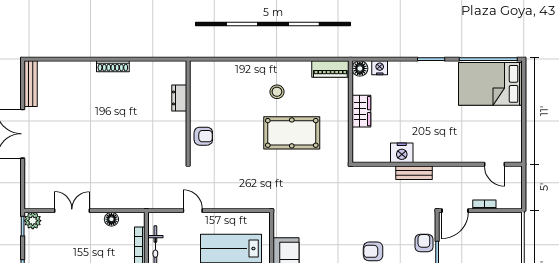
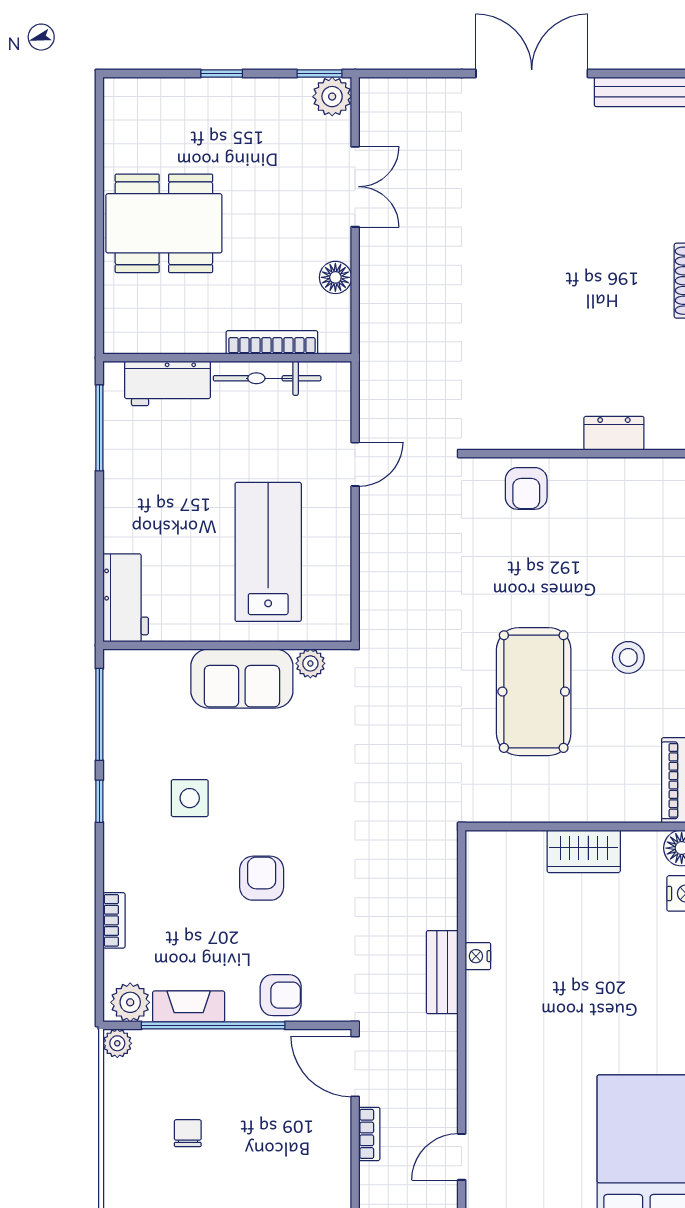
nightstand: (402, 153) -> (478, 956), width x0.53, depth x0.56
plant: (280, 230) -> (310, 663), added

